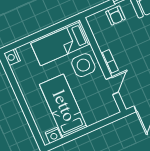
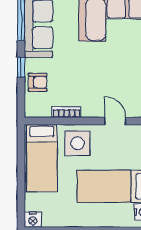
bookcase: (110, 62) -> (67, 112), moved

